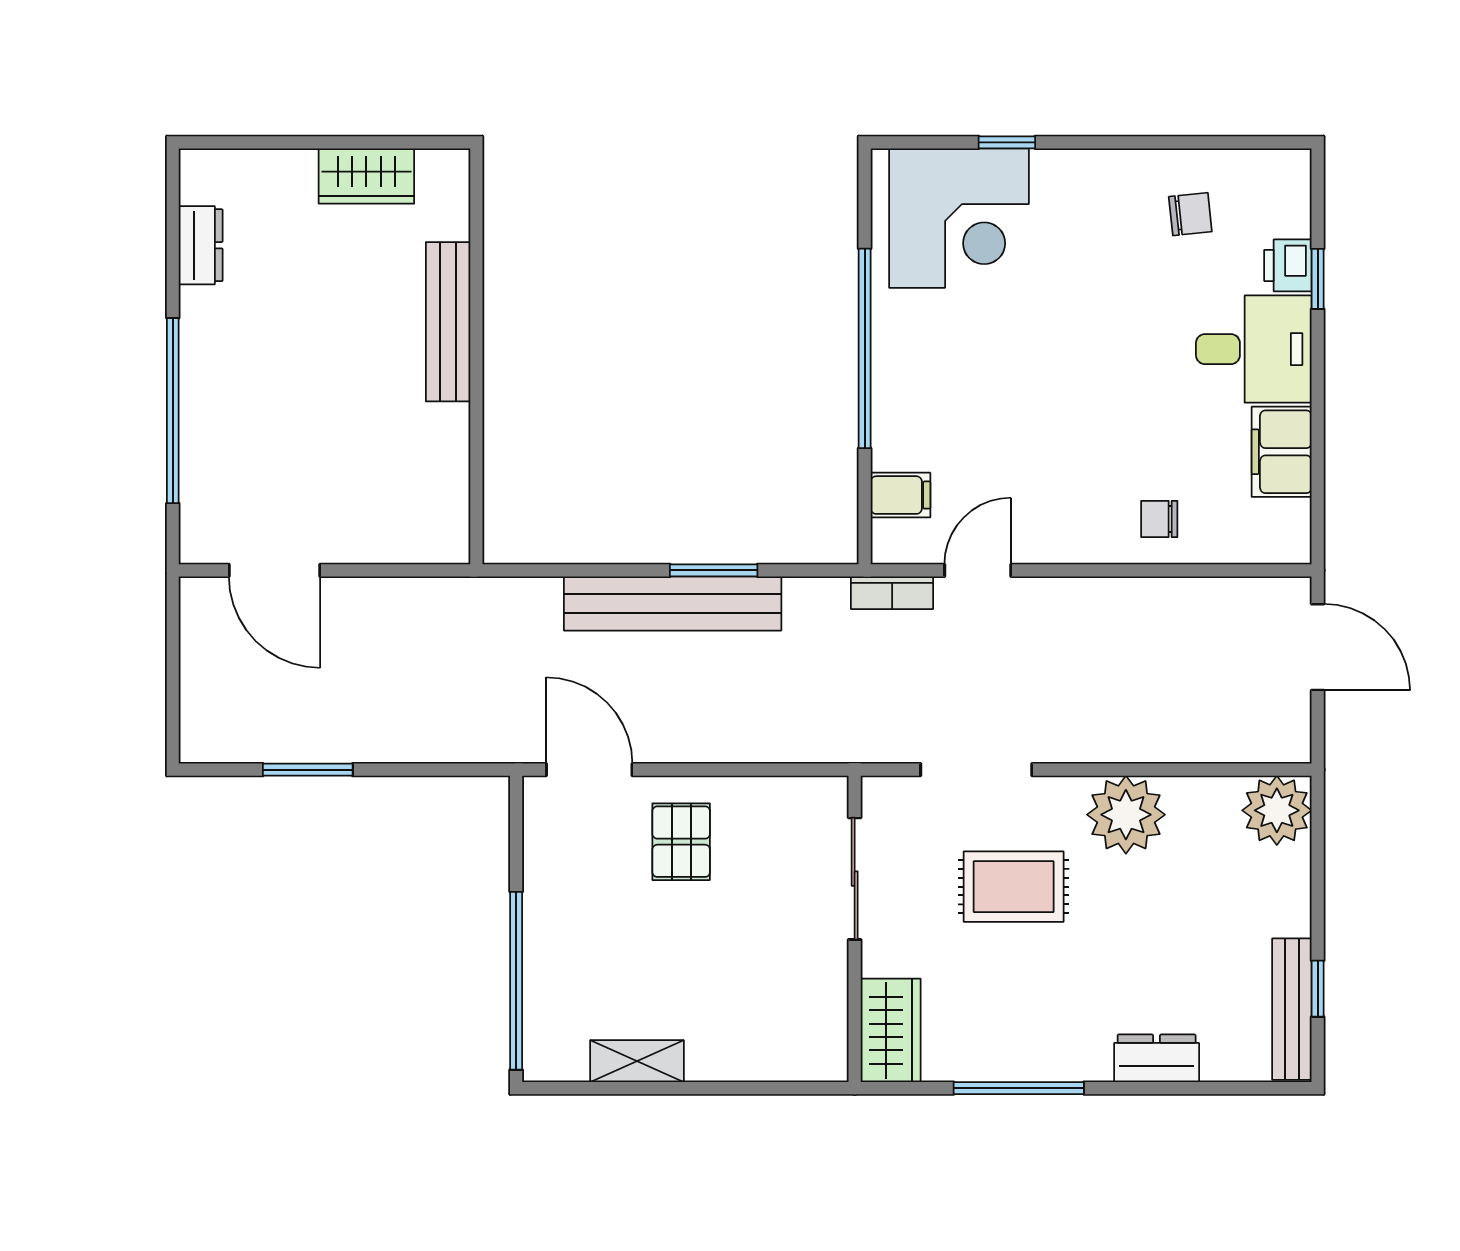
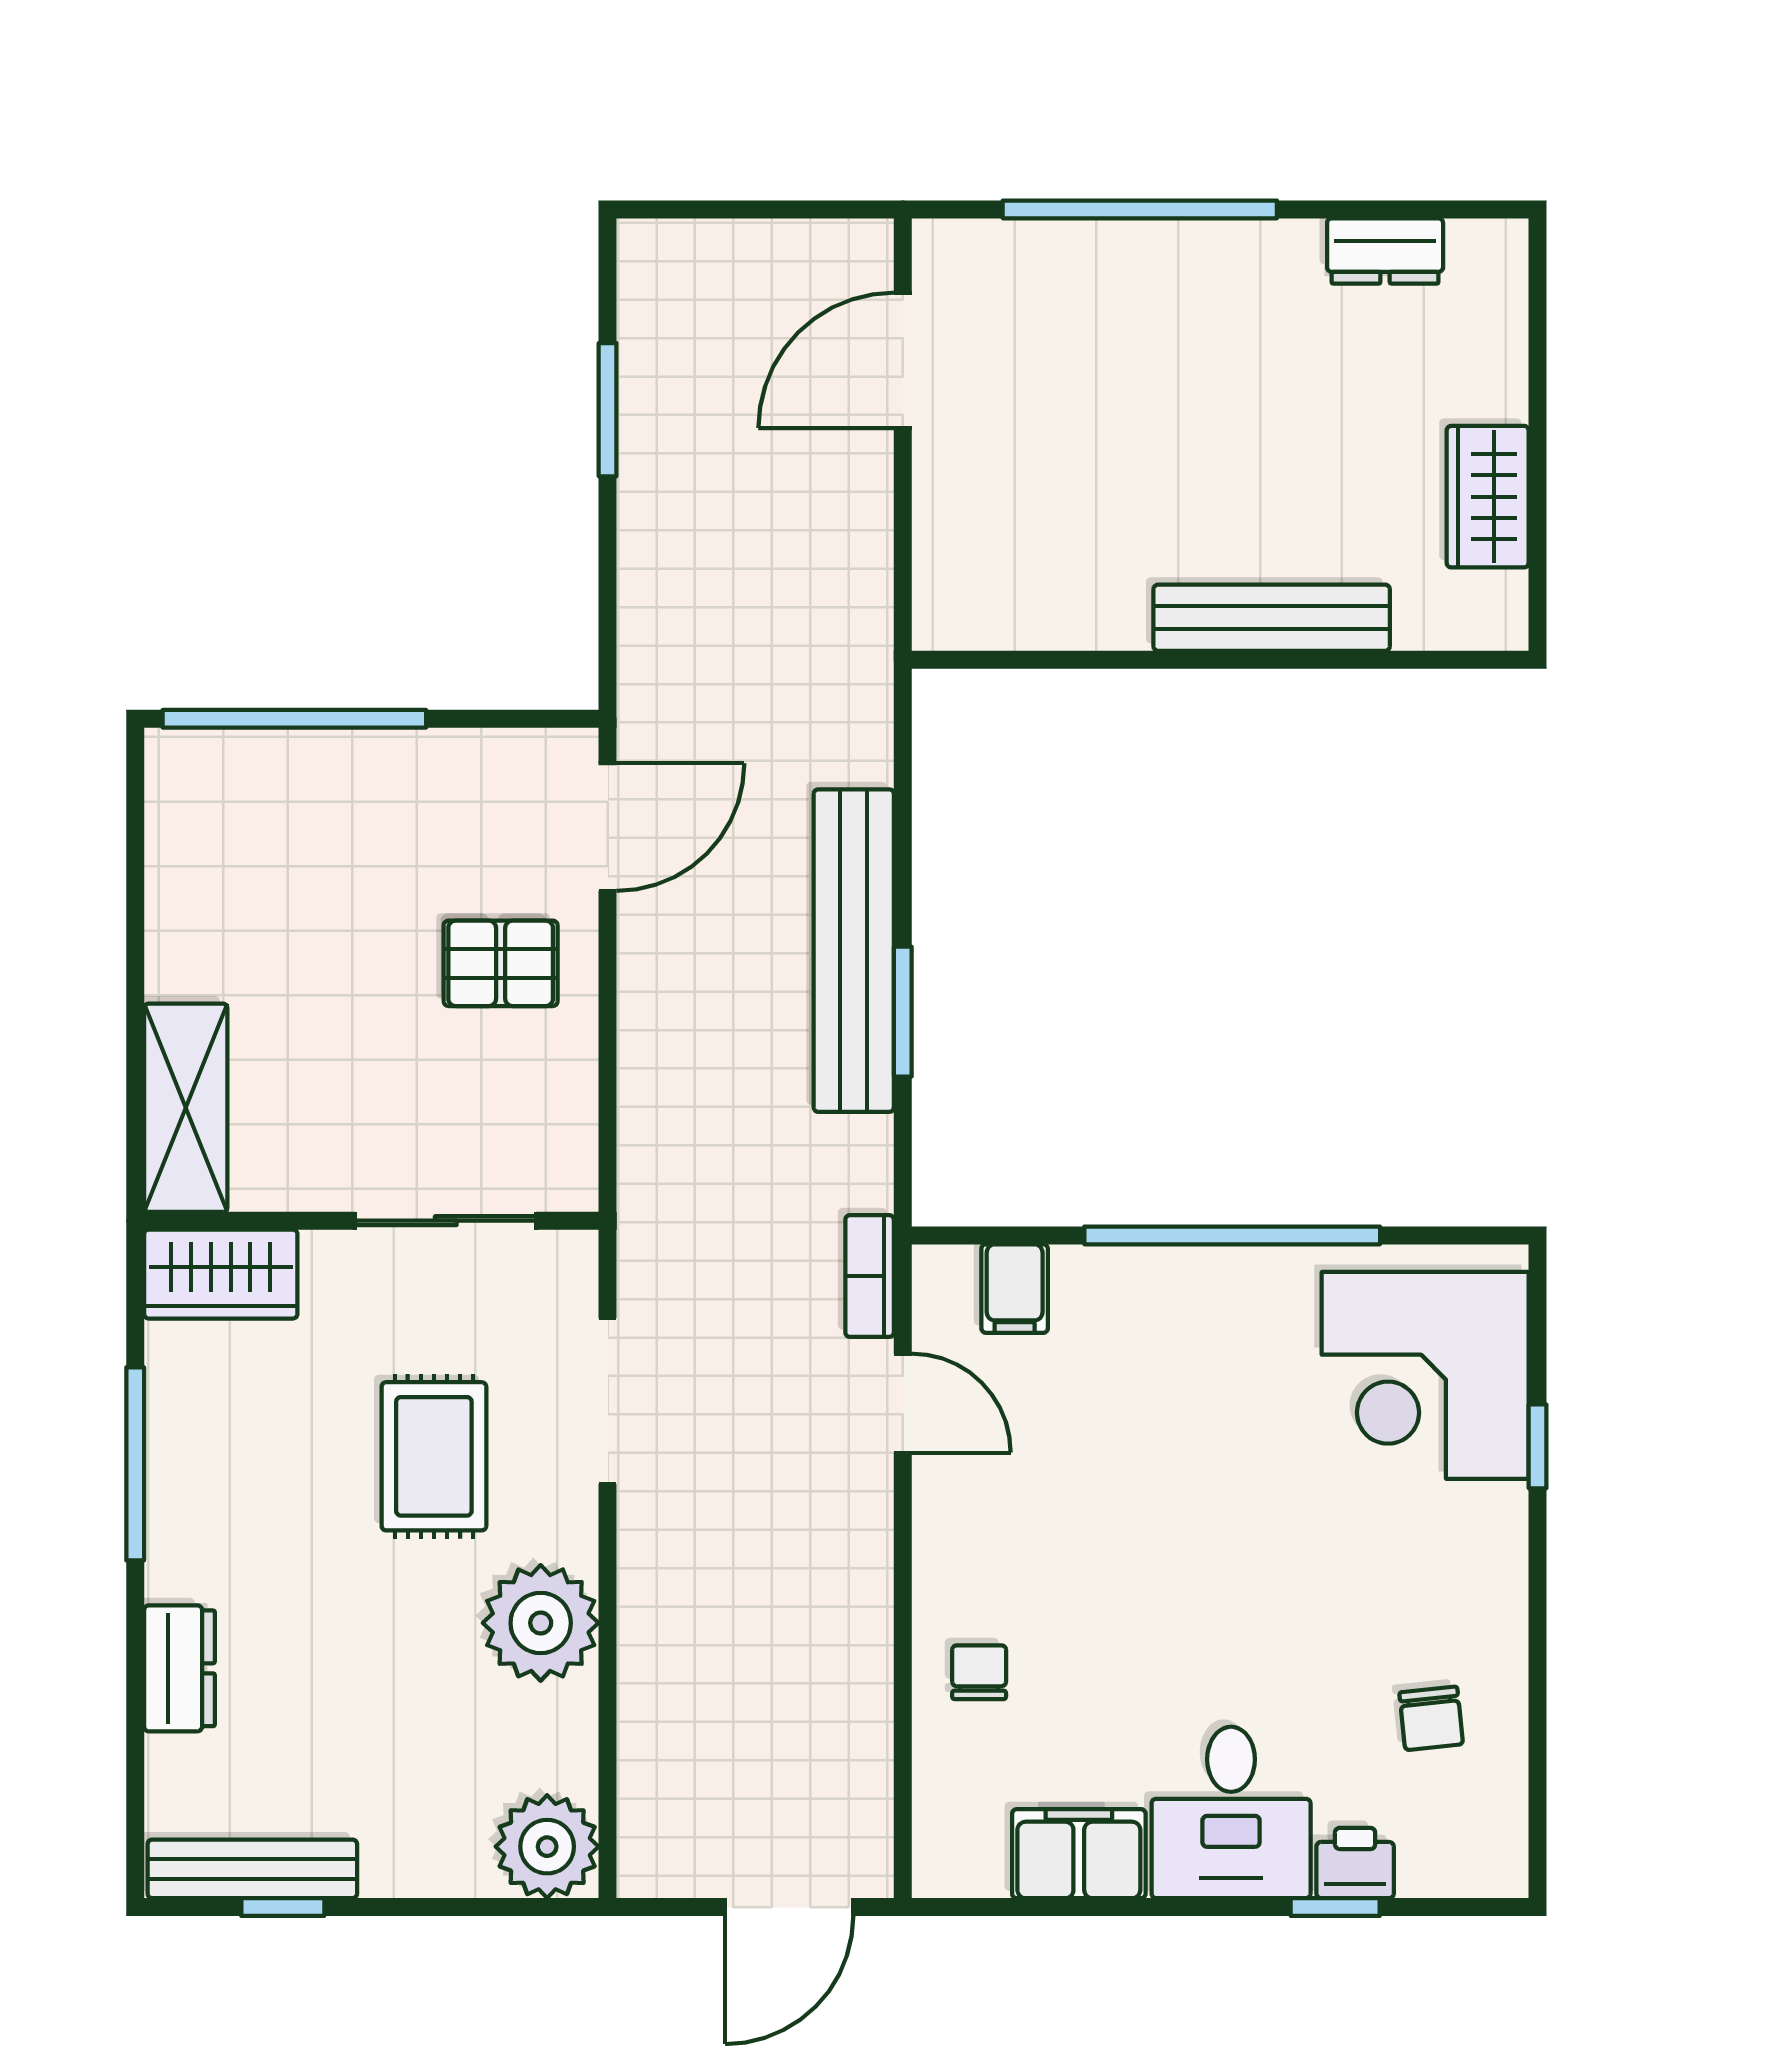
shelving: (637, 1061) -> (186, 1108), moved, width x1.50, depth x1.33

